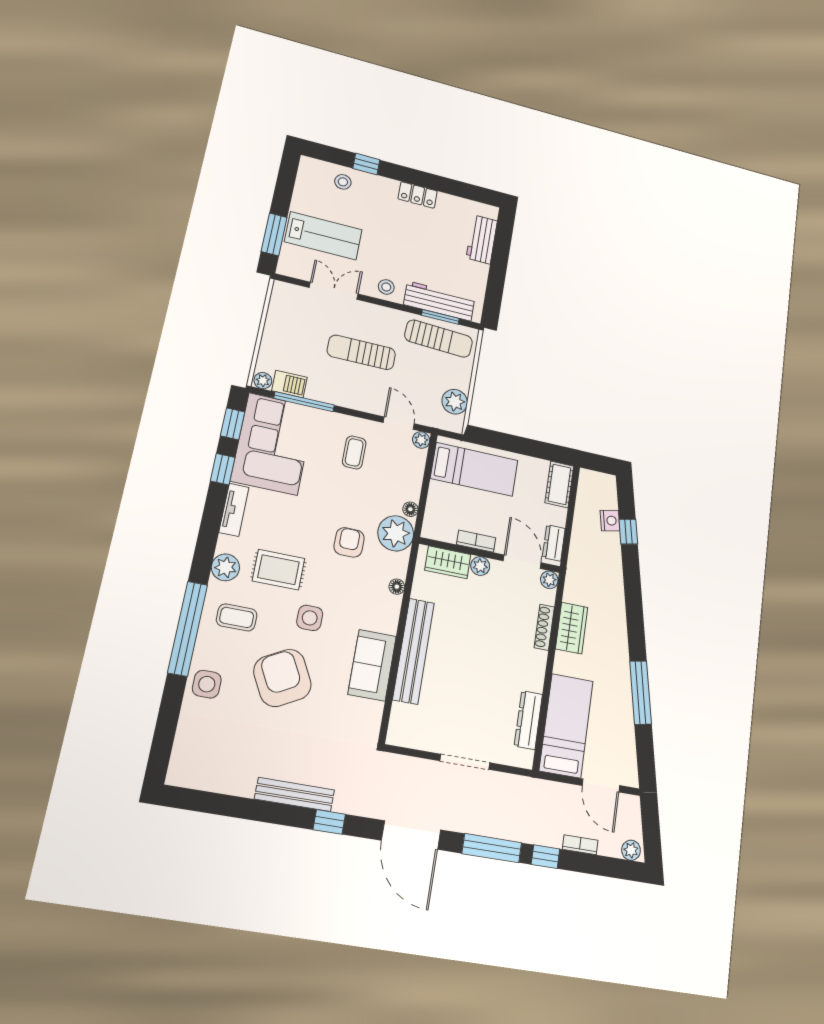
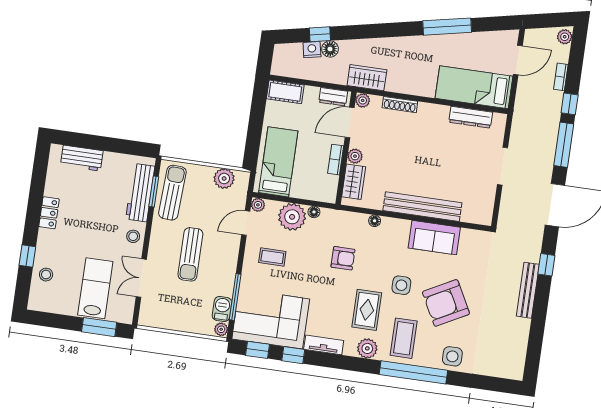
plant: (396, 533) -> (292, 217), moved
armchair: (349, 542) -> (343, 258), turned 180
floor lamp: (611, 543) -> (330, 49), added
coffee table: (237, 617) -> (404, 338), width x1.36, depth x1.30
wardrobe: (572, 628) -> (367, 78), moved

